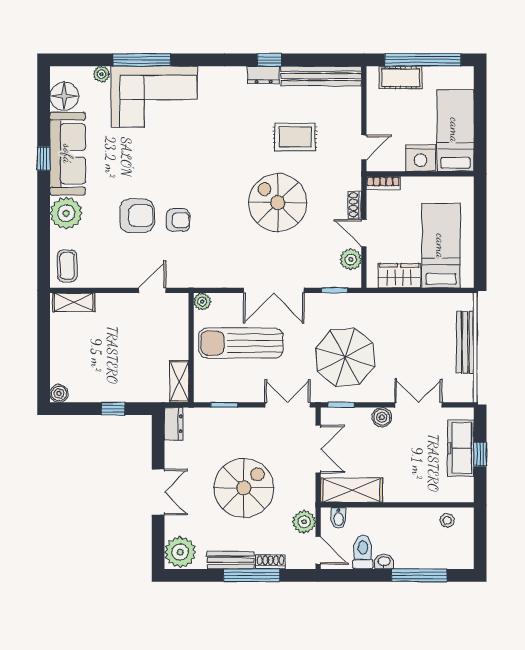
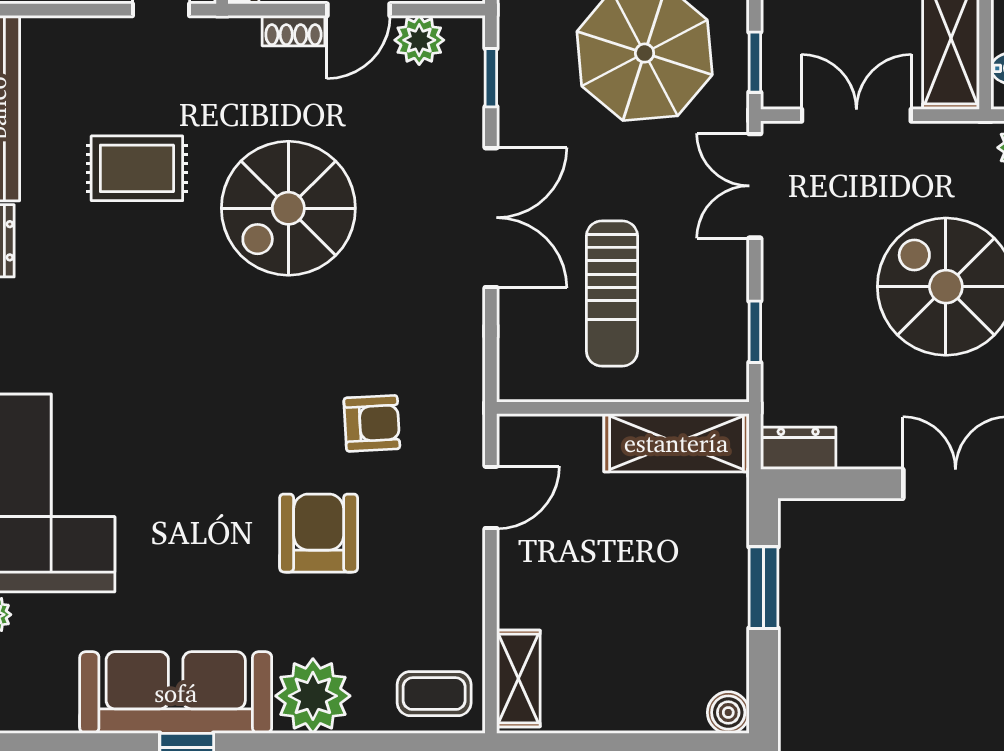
floor lamp: (64, 96) -> (43, 701), removed
rug: (295, 137) -> (137, 168), turned 90
armchair: (178, 220) -> (372, 423), moved, turned 87
door: (152, 290) -> (491, 497), swing flipped
plant: (202, 302) -> (516, 382), removed
sun lounger: (241, 343) -> (612, 294), width x0.73, depth x0.75
shelving: (179, 381) -> (676, 443), width x1.50, depth x1.33
window: (113, 409) -> (763, 588), width x1.50

